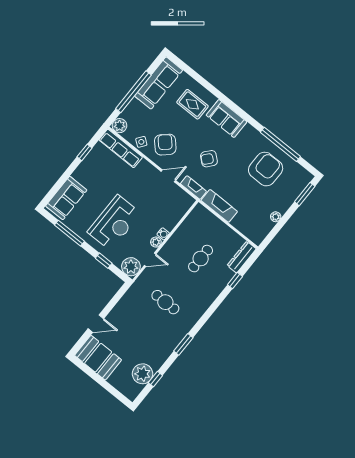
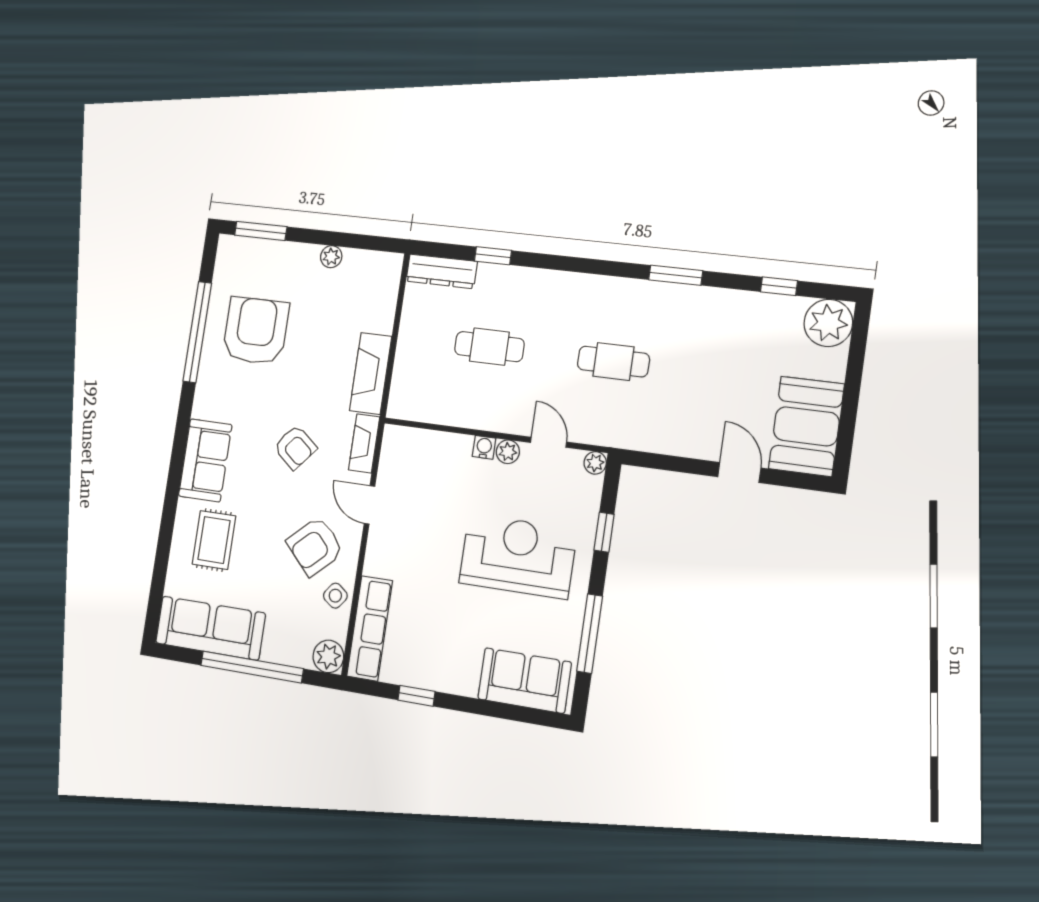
armchair: (266, 169) -> (256, 331), turned 90
plant: (131, 267) -> (595, 463), width x0.53, depth x0.53
cafe table: (165, 302) -> (613, 362), turned 90
plant: (142, 374) -> (828, 323), moved

